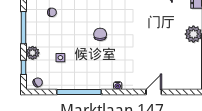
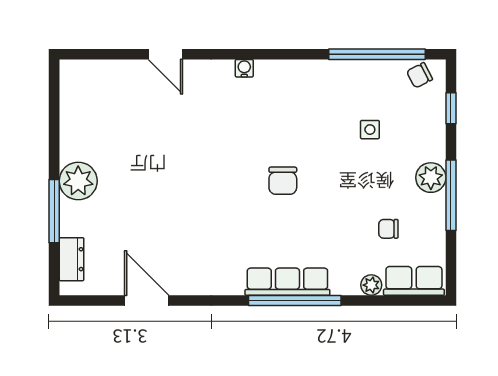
plant: (33, 53) -> (431, 178), moved
window: (79, 92) -> (377, 54), moved
door: (154, 92) -> (165, 54), hinge flipped

